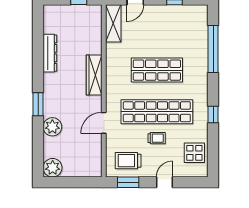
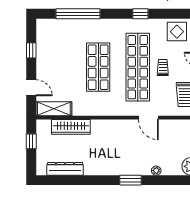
dresser: (50, 53) -> (65, 169), moved
wardrobe: (94, 75) -> (71, 127), moved
plant: (52, 127) -> (156, 171), width x0.53, depth x0.53

